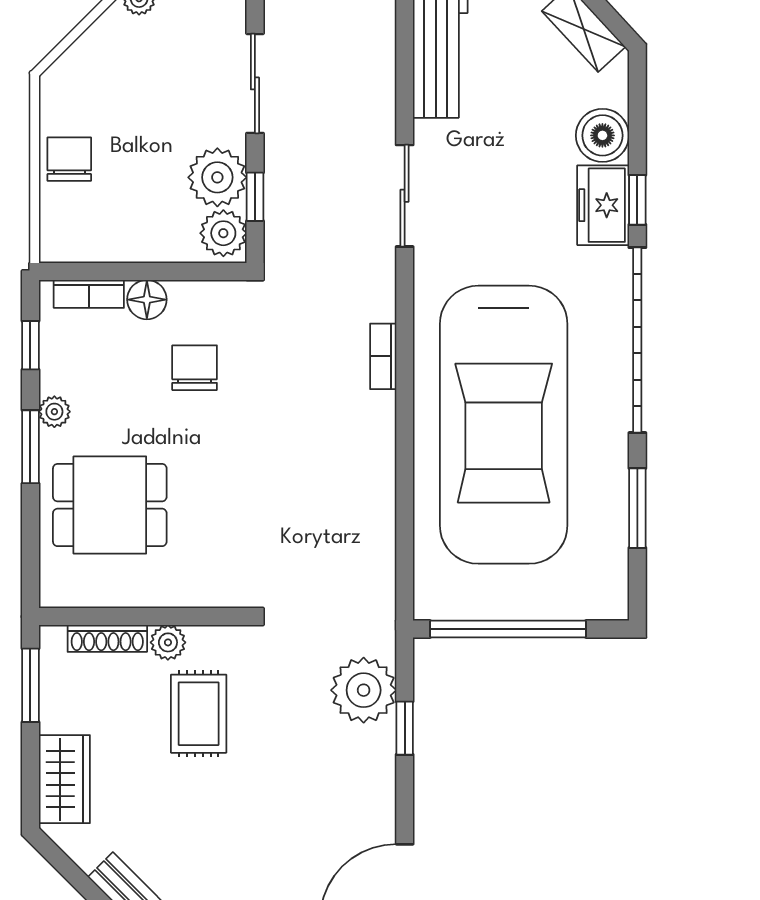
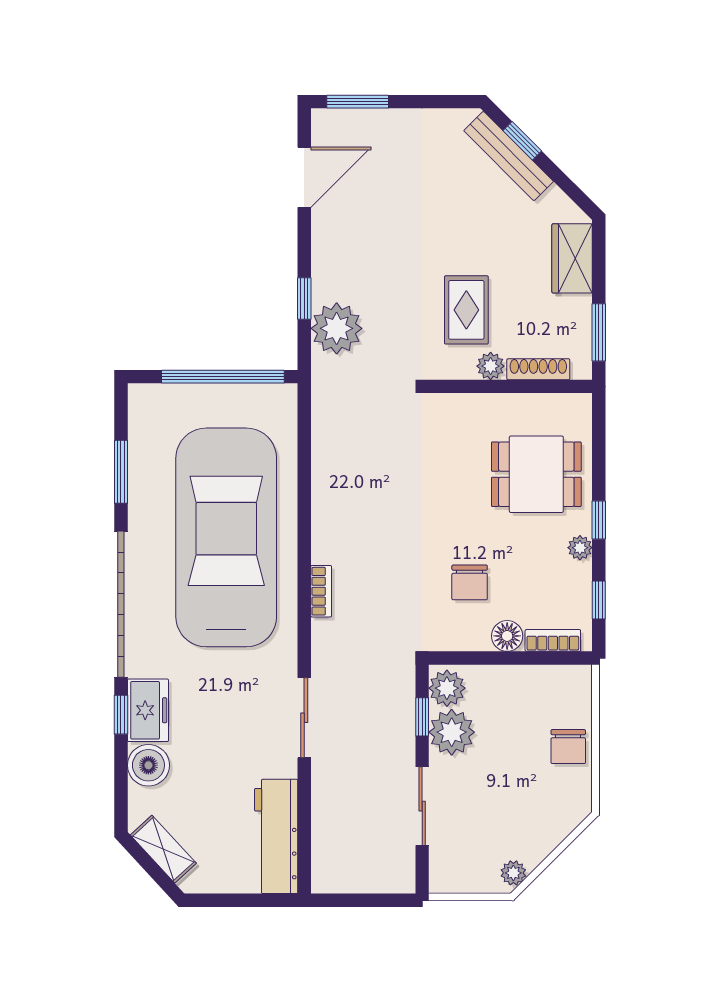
window: (30, 447) -> (599, 520), width x0.67

